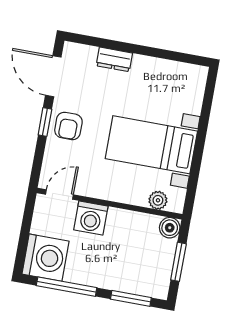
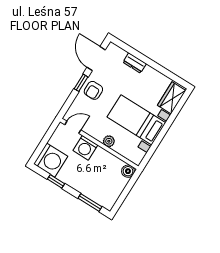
wardrobe: (192, 90) -> (172, 98), added
plant: (158, 200) -> (109, 141), moved
window: (178, 262) -> (125, 193), removed
window: (67, 287) -> (56, 181), width x0.46

